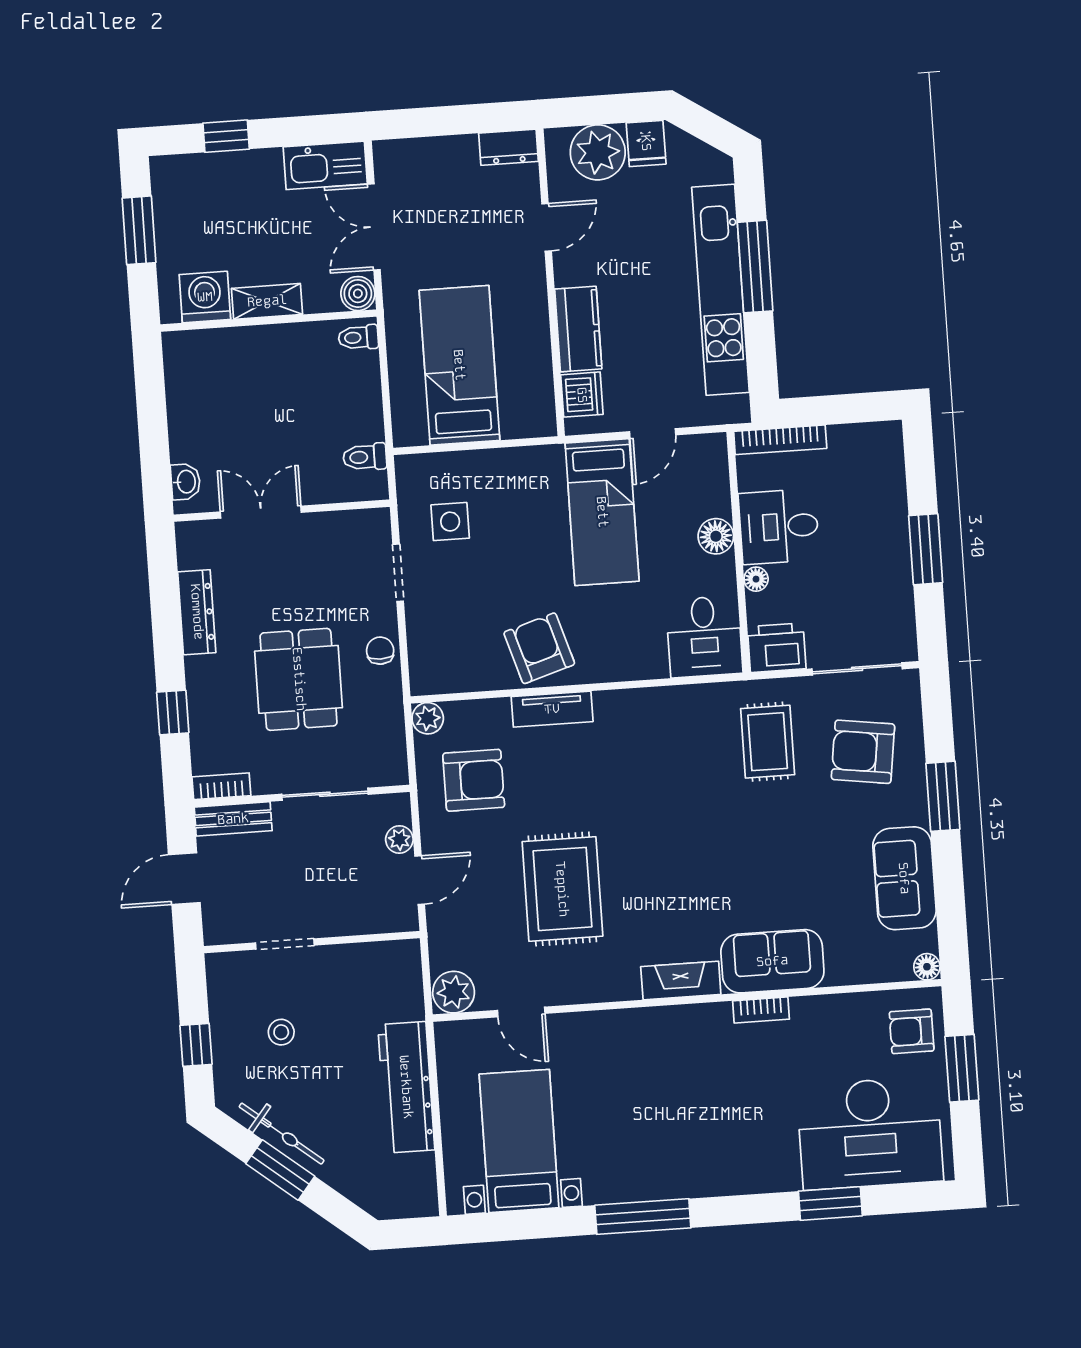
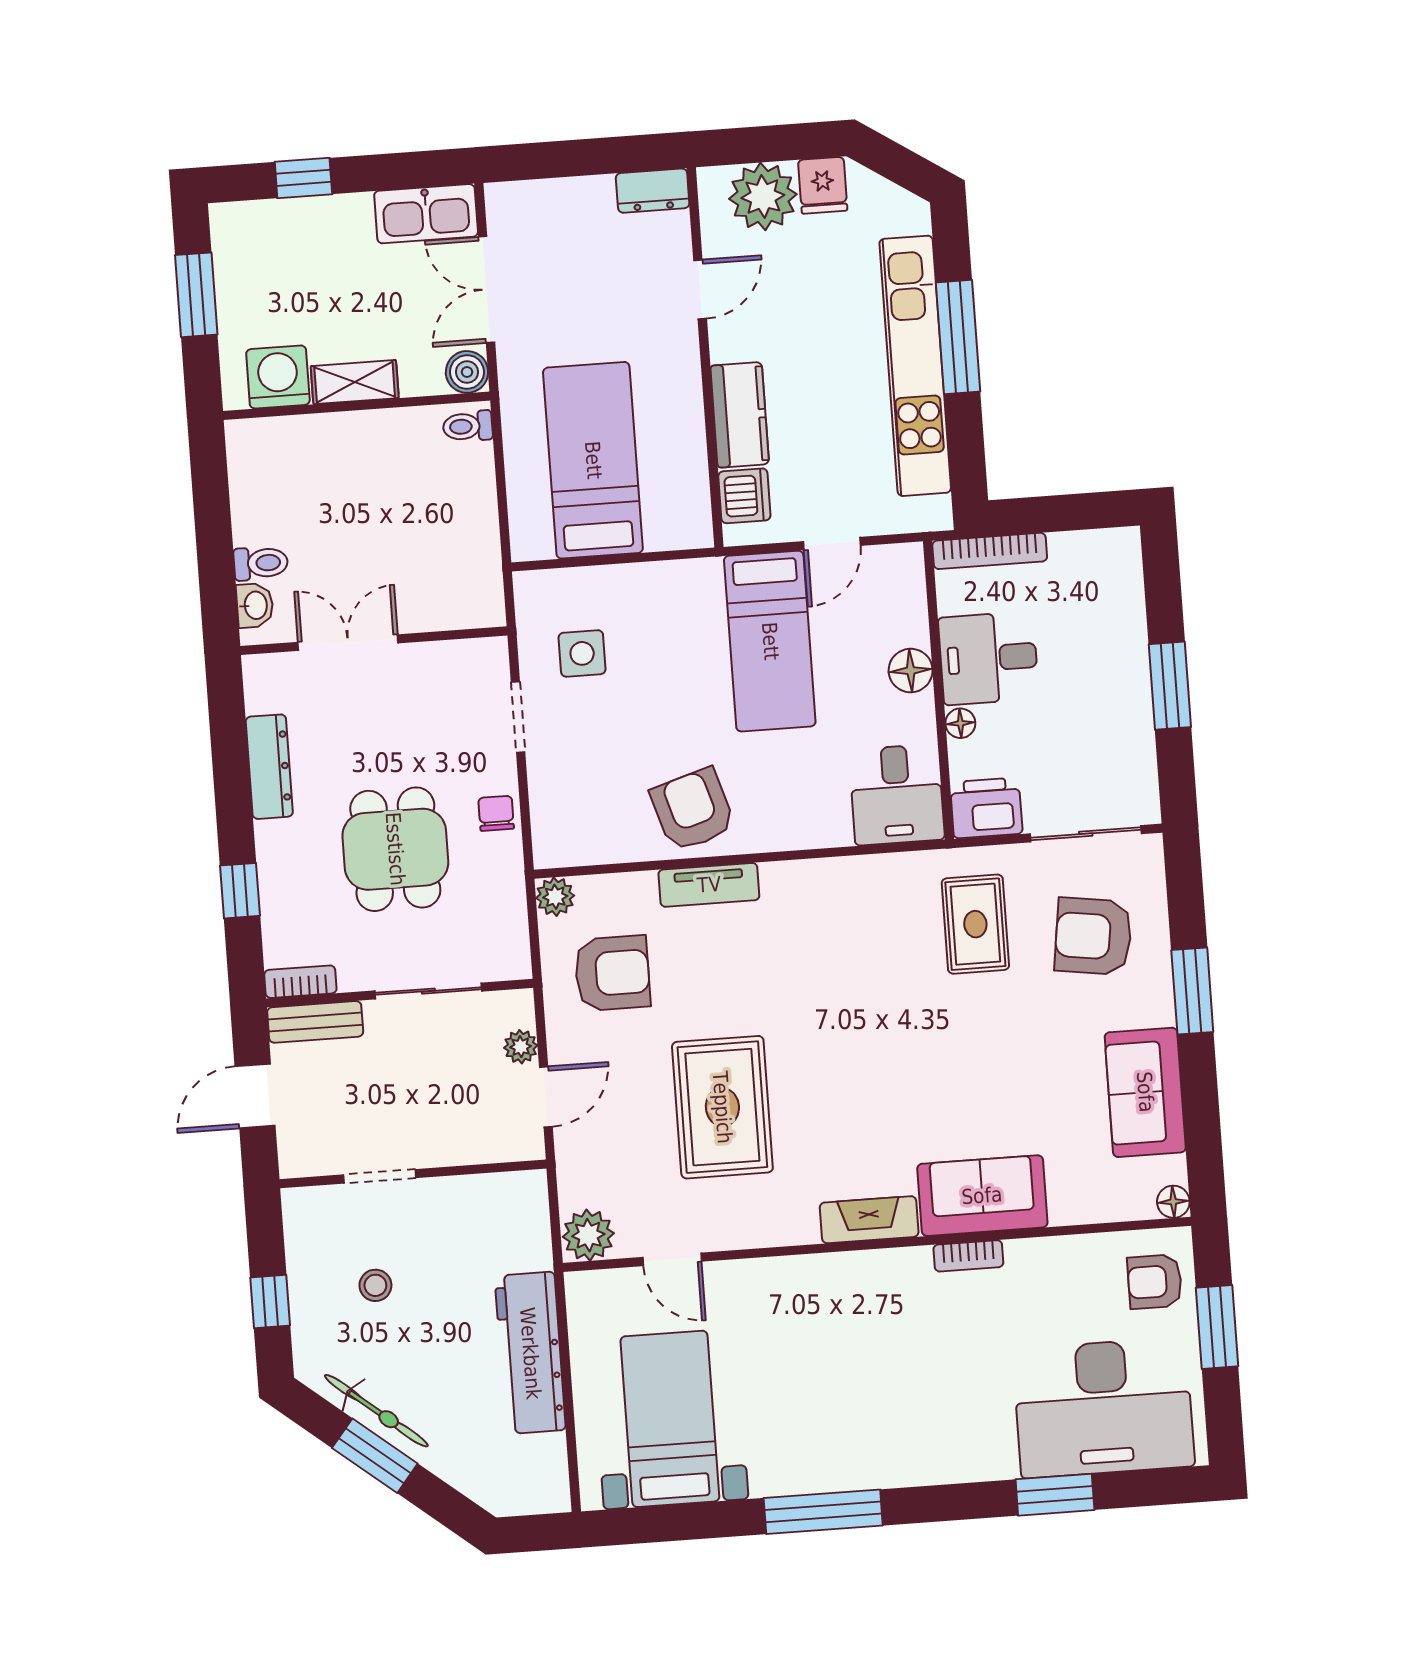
toilet: (365, 457) -> (261, 563), moved, turned 180

